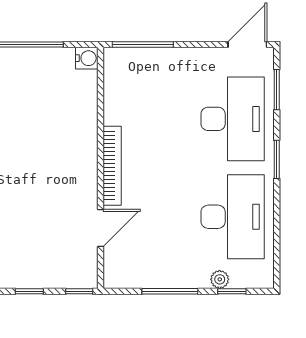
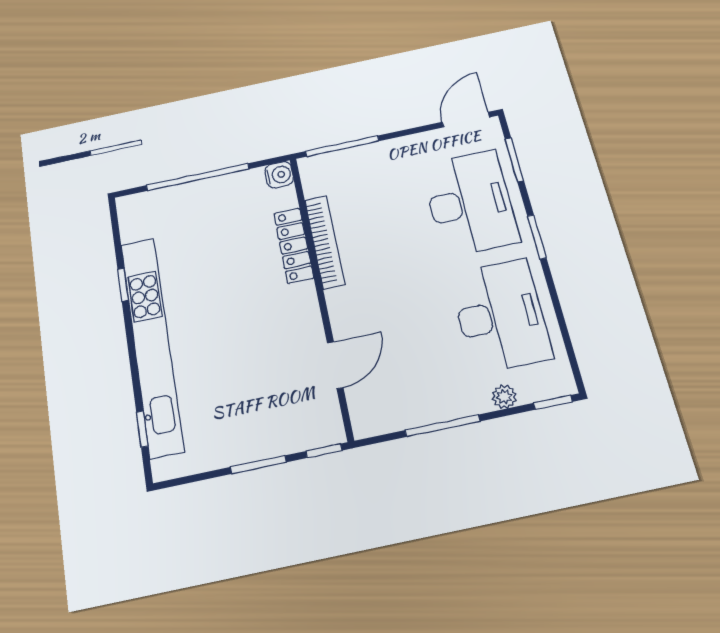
locker: (87, 123) -> (294, 245), added
bookcase: (112, 166) -> (325, 242), moved
window: (29, 291) -> (258, 465), width x1.50
window: (232, 291) -> (553, 402), moved

